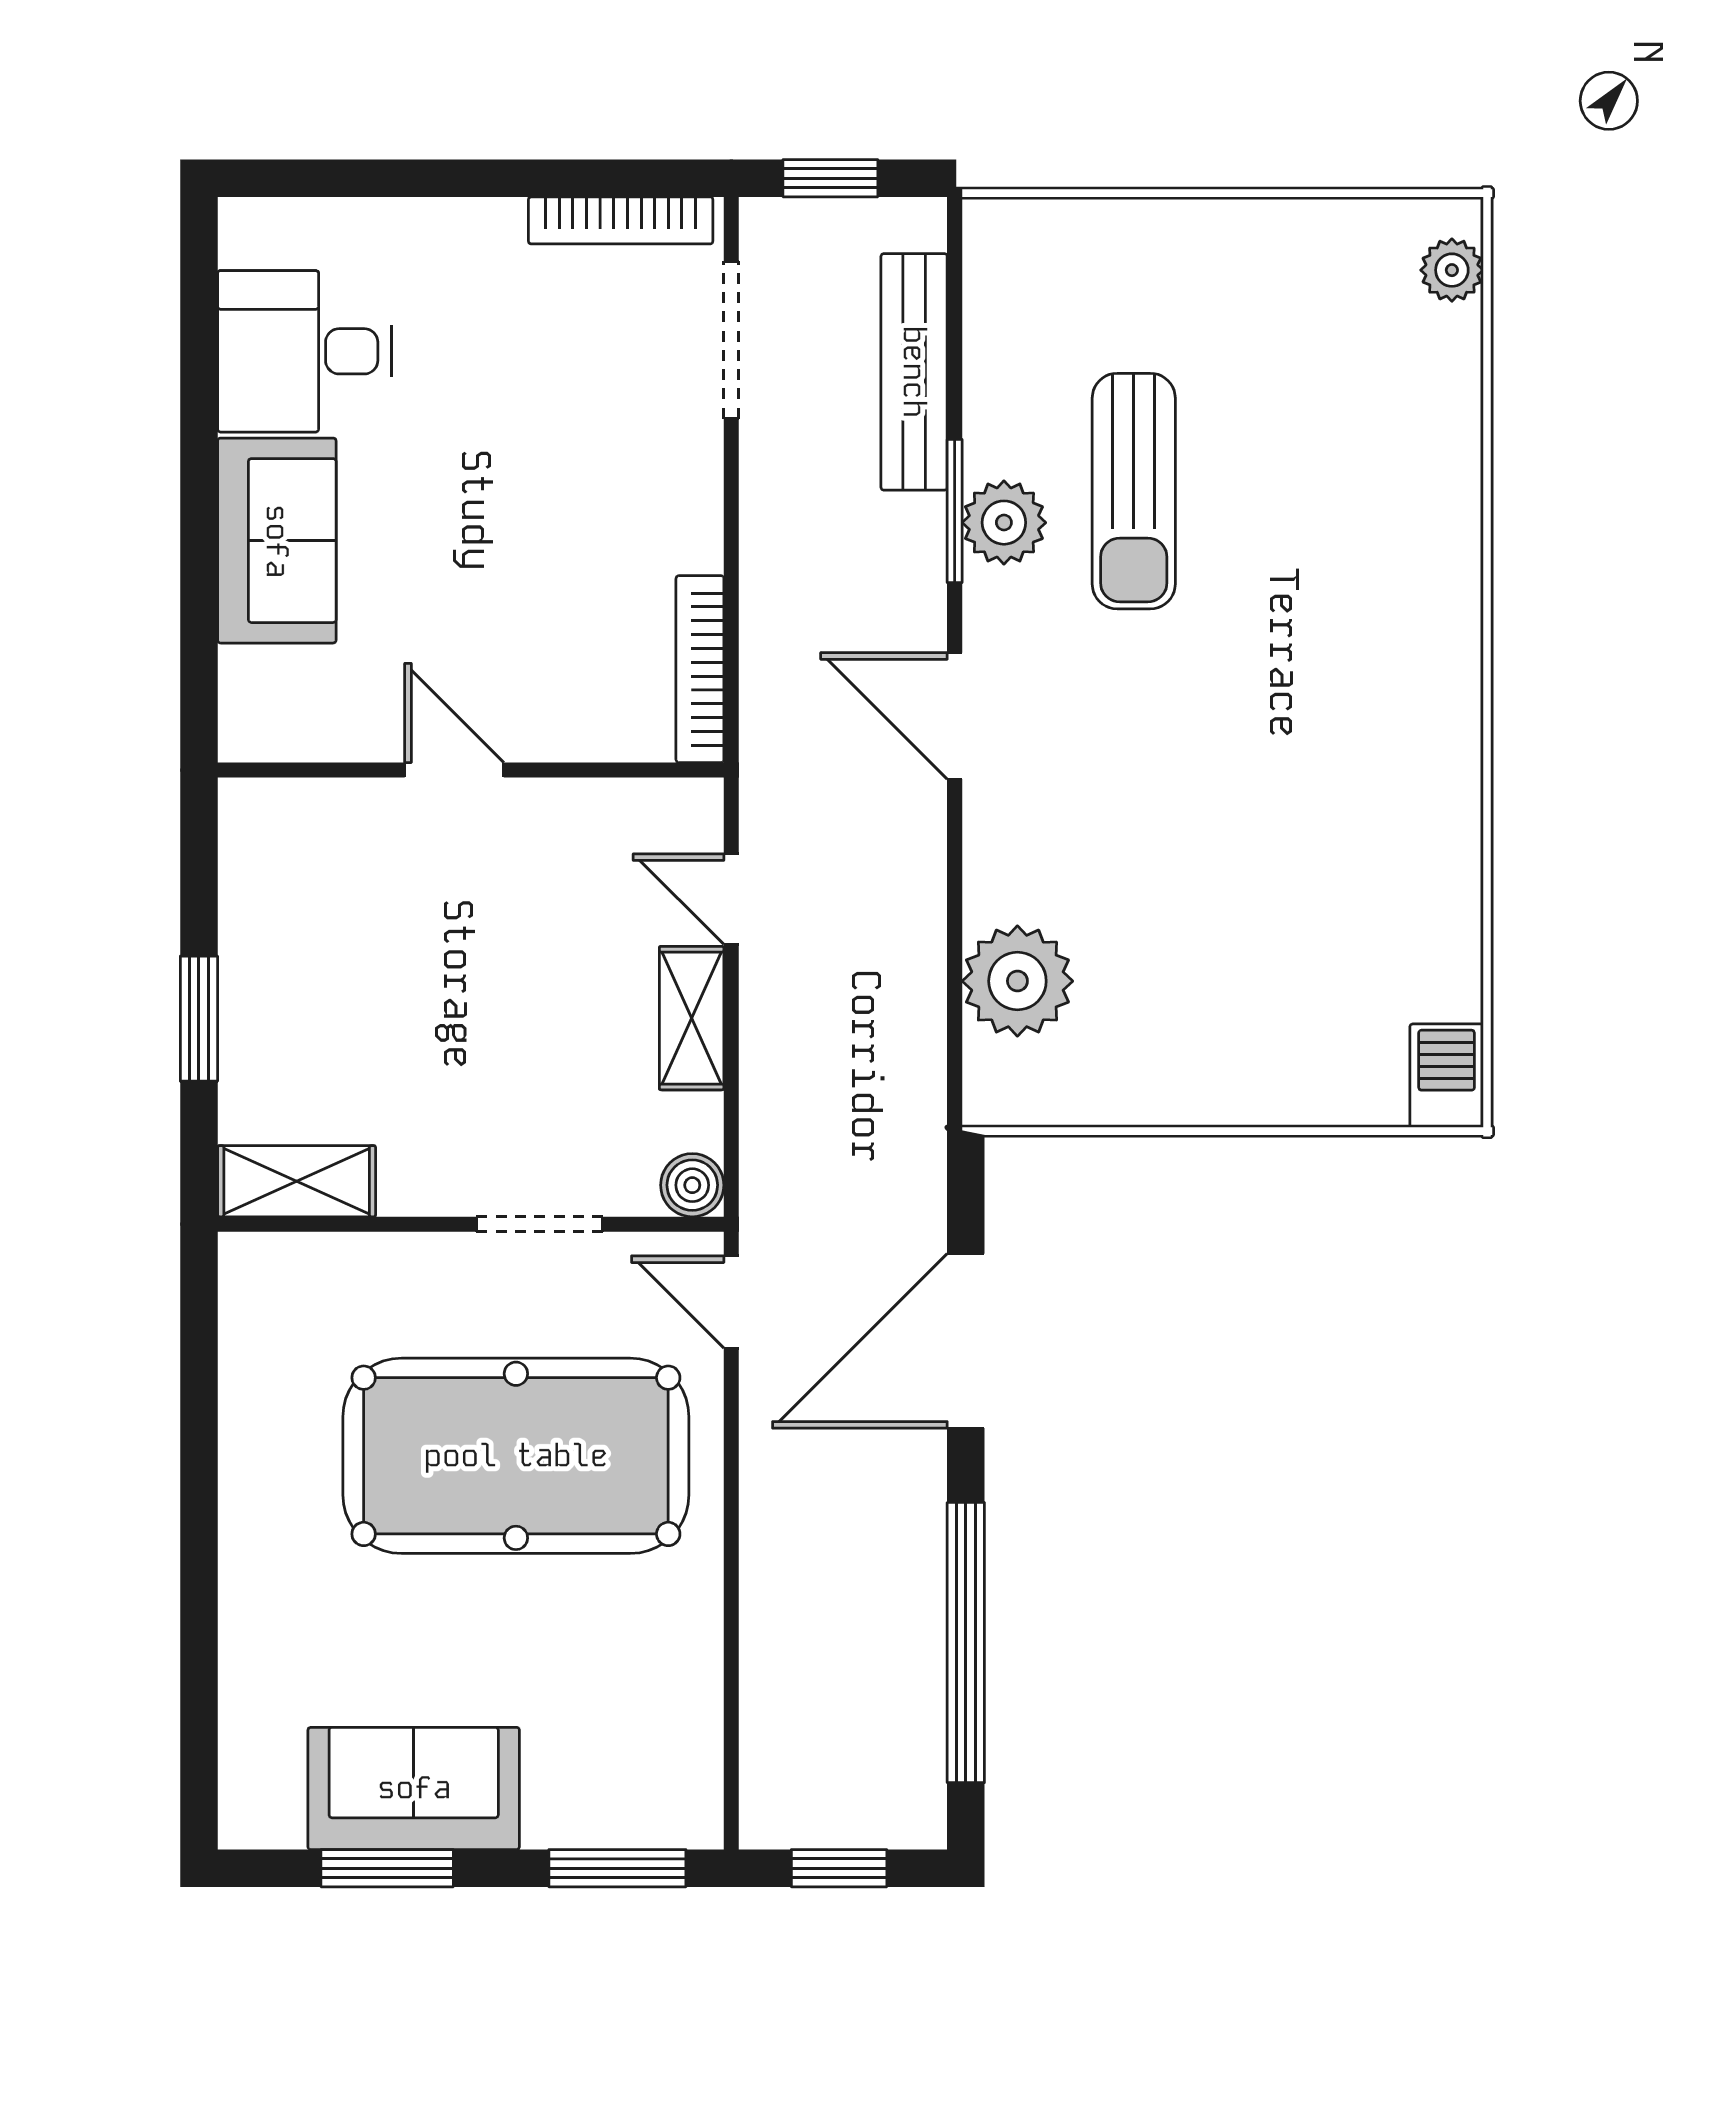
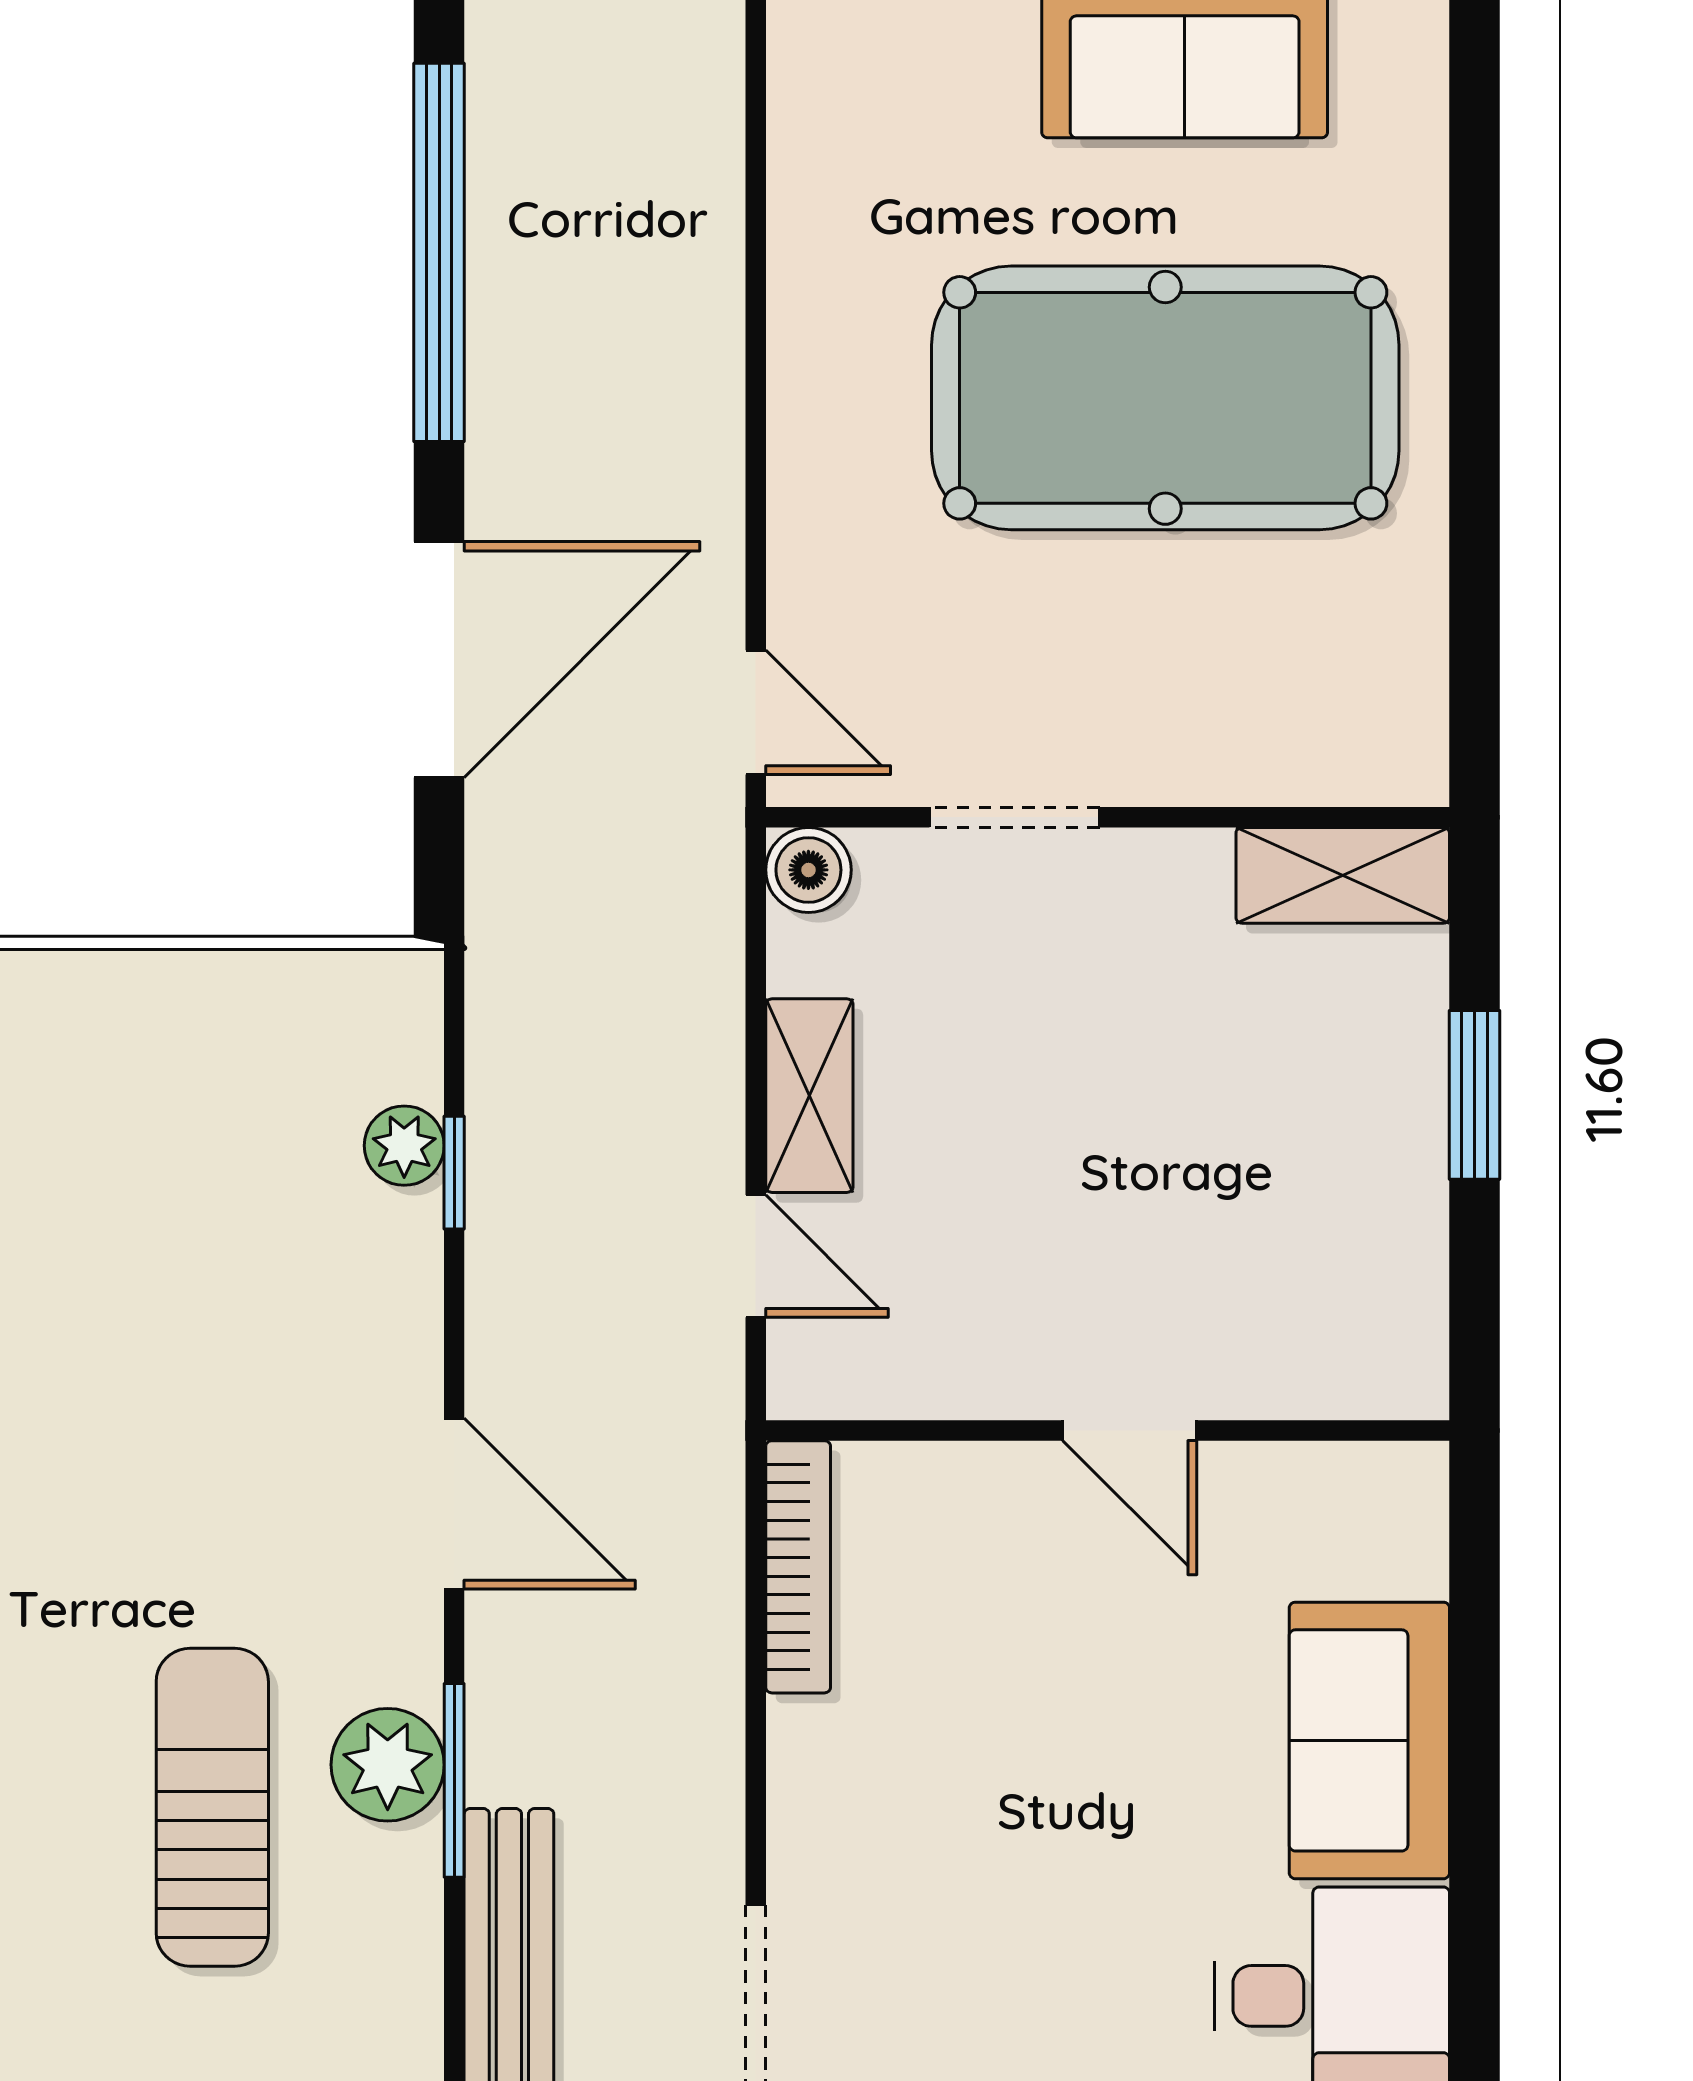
window: (955, 961) -> (454, 1173), added
plant: (1017, 981) -> (404, 1146), width x0.53, depth x0.53
pool table: (516, 1456) -> (1165, 398), moved

